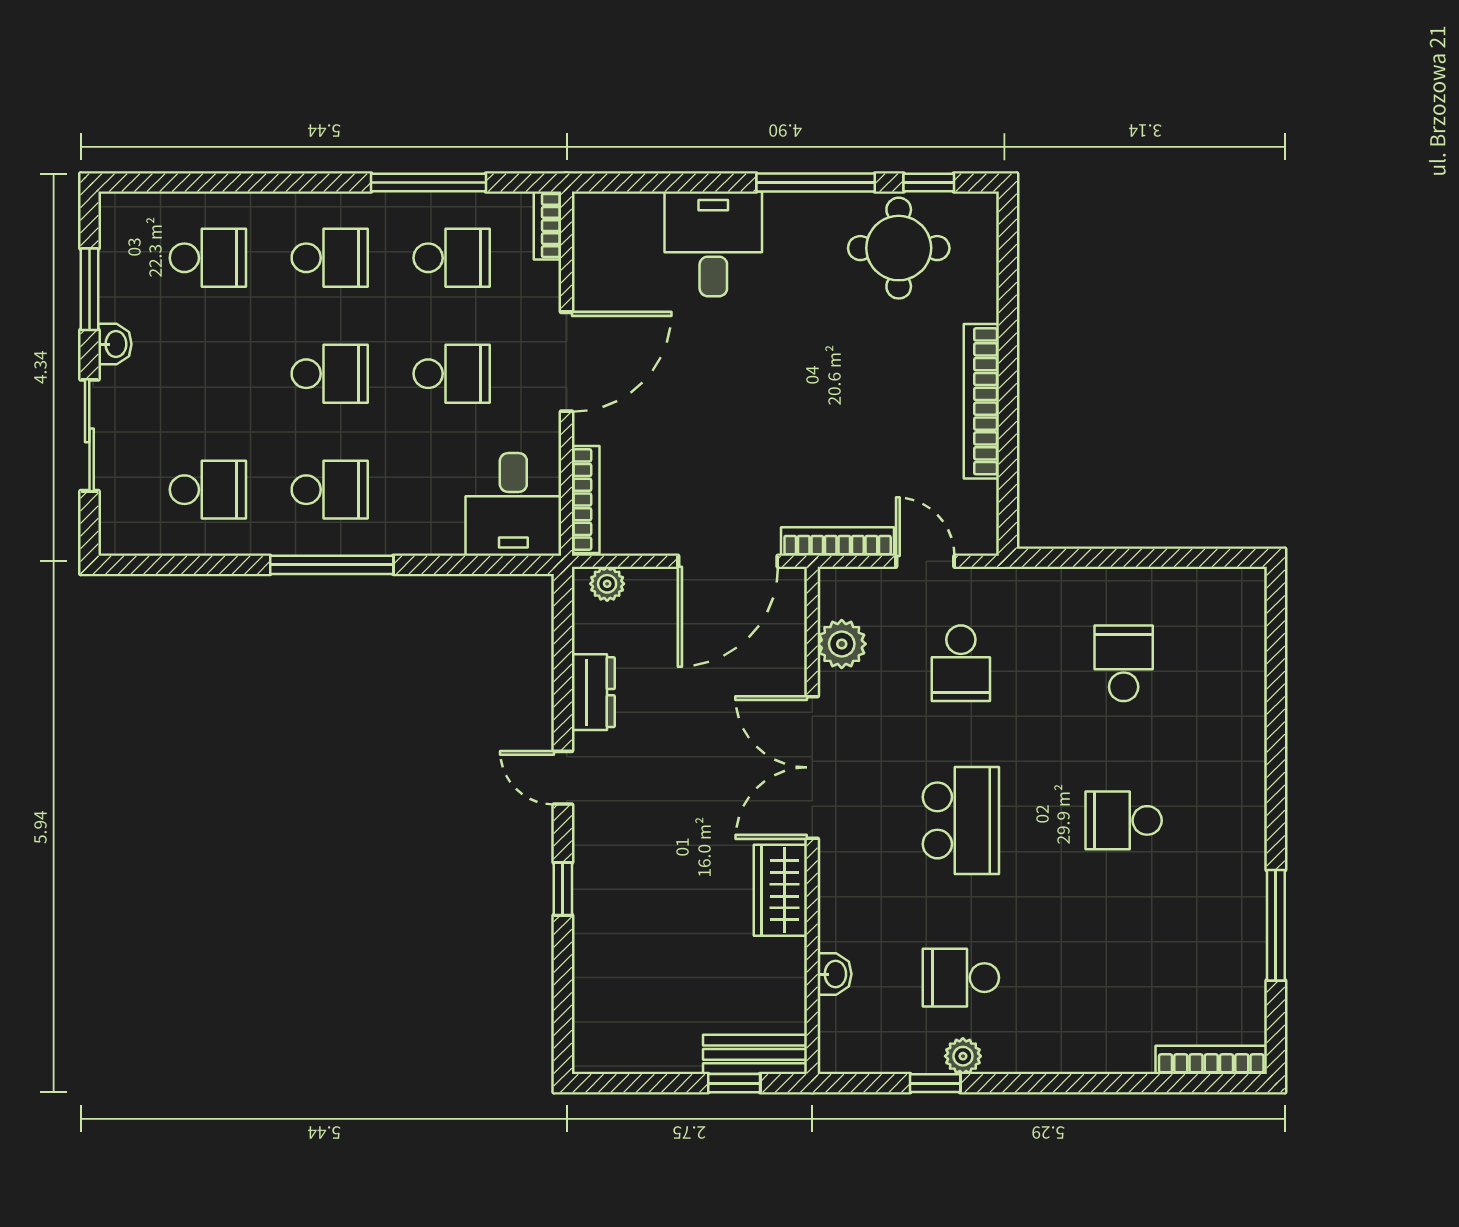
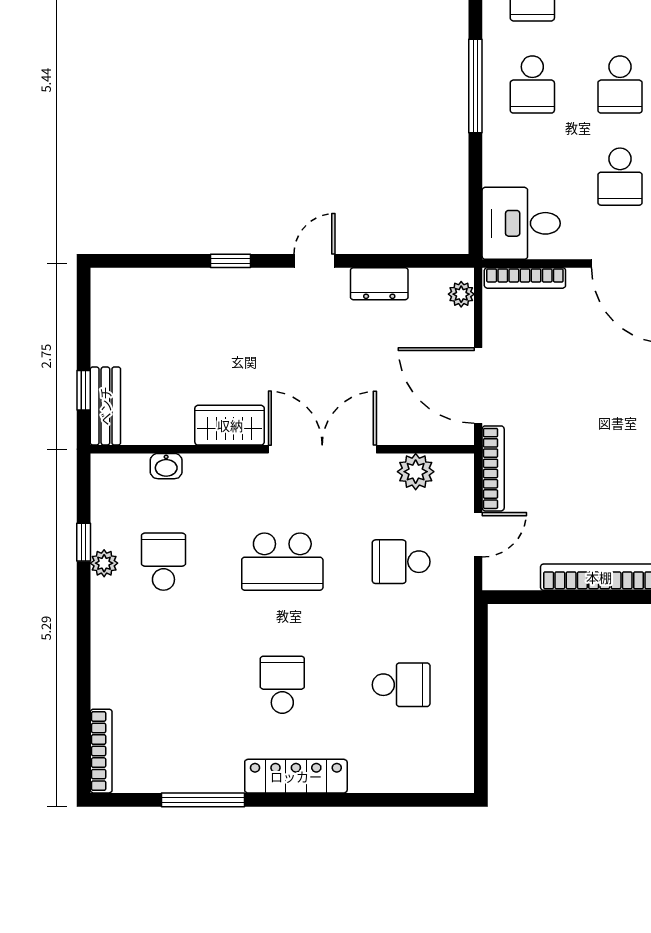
locker: (1245, 802) -> (296, 776), added

